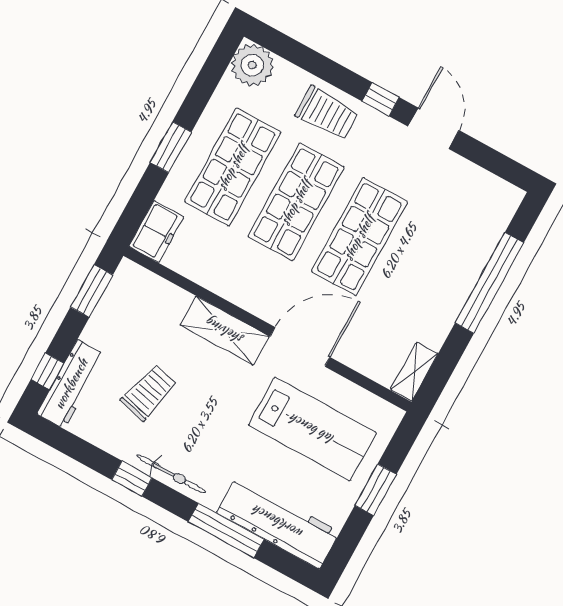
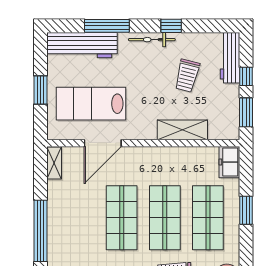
shelving: (225, 331) -> (182, 130), moved
door: (300, 347) -> (103, 143), moved
window: (47, 371) -> (246, 76), moved

